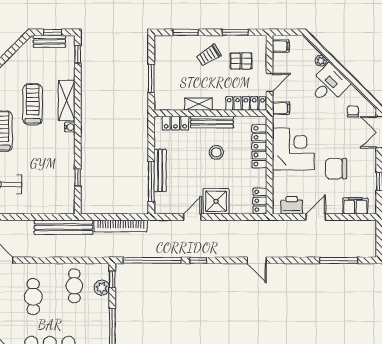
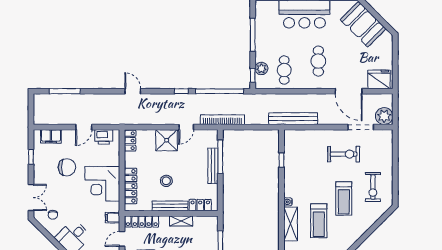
bookcase: (121, 226) -> (222, 120), moved

